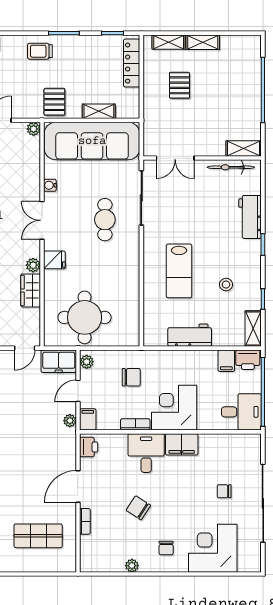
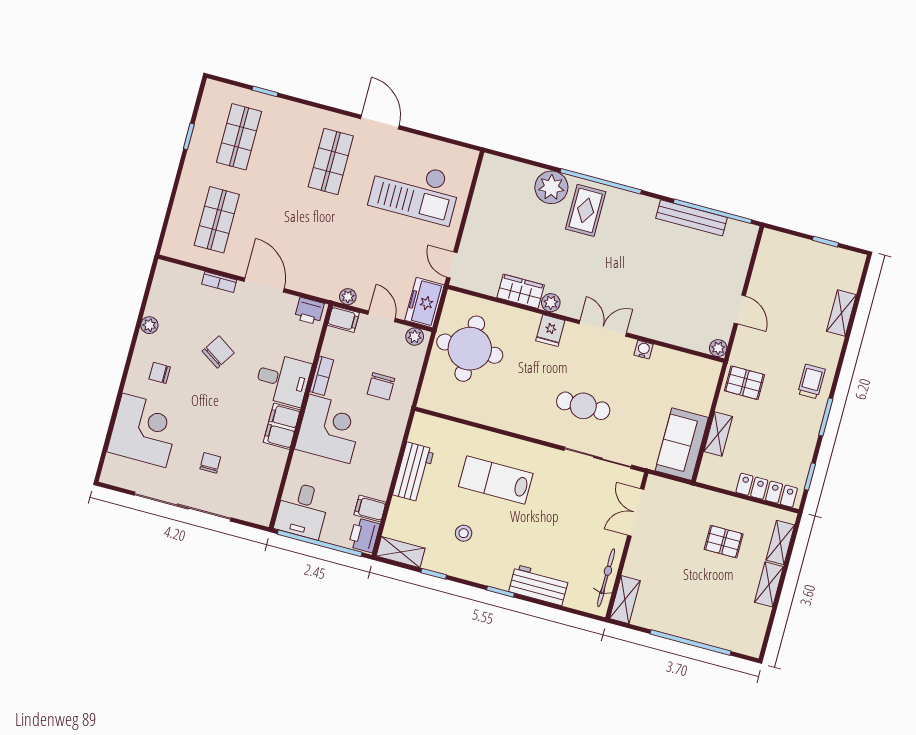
sofa: (92, 141) -> (682, 444), width x0.54, depth x0.79

